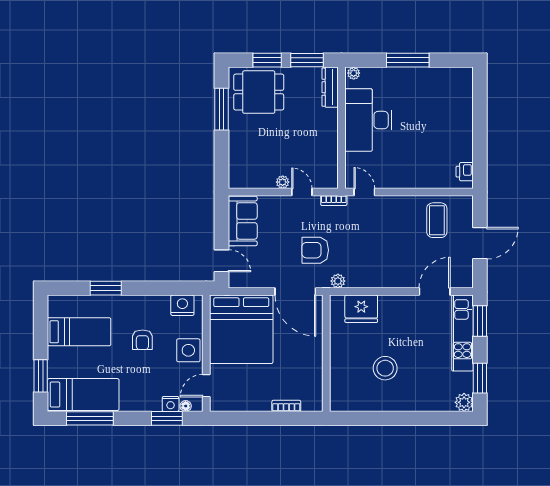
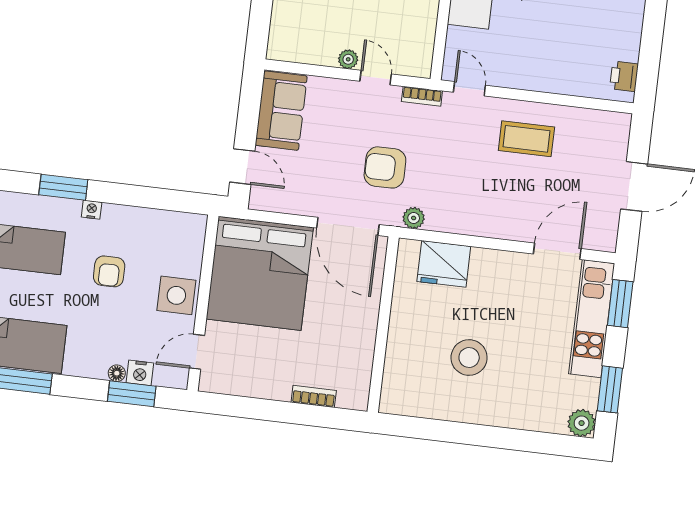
coffee table: (437, 220) -> (526, 139), moved, turned 90
nightstand: (182, 305) -> (92, 210), moved, width x0.53, depth x0.56
floor lamp: (186, 406) -> (117, 373), moved

